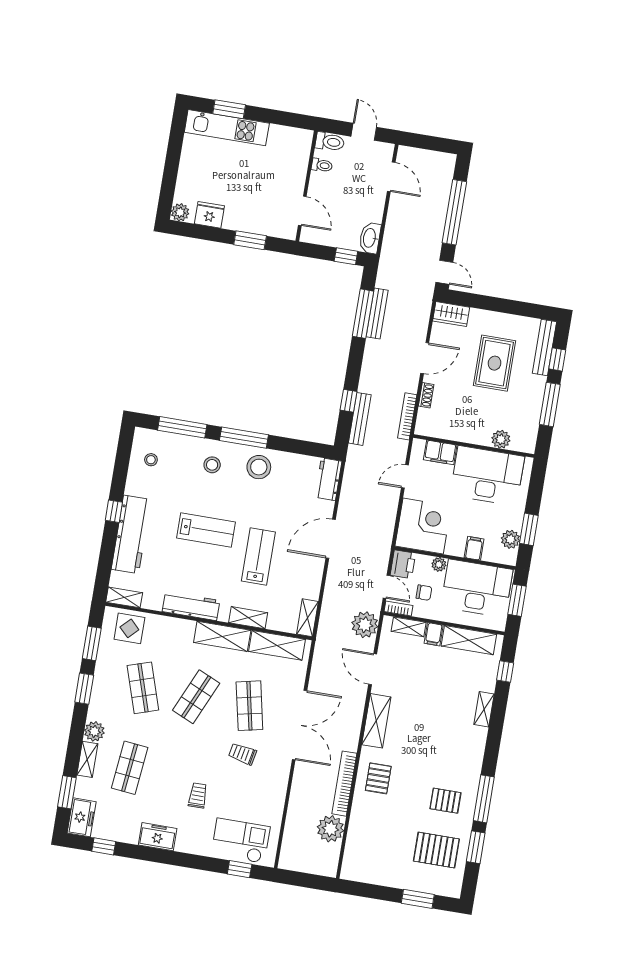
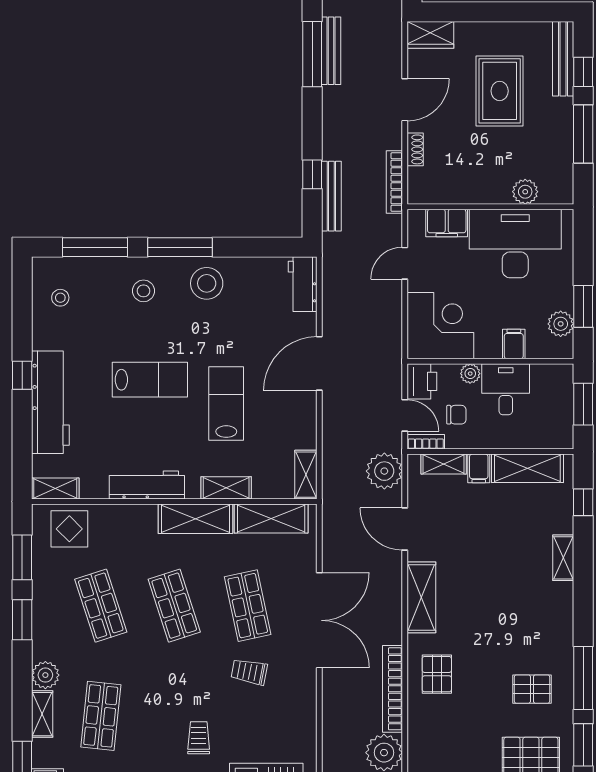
desk: (477, 588) -> (506, 389), width x0.53, depth x0.77
shop shelf: (196, 697) -> (174, 606), turned -42

